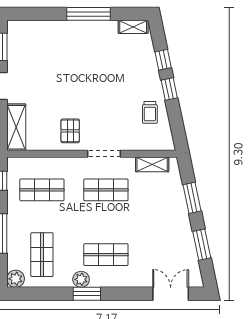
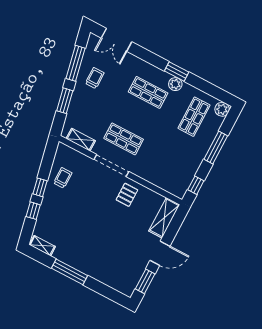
doorway: (104, 154) -> (111, 165), width x1.36
shop shelf: (42, 190) -> (169, 163), removed
trolley: (172, 240) -> (95, 78), added
window: (202, 245) -> (76, 63), width x1.44

